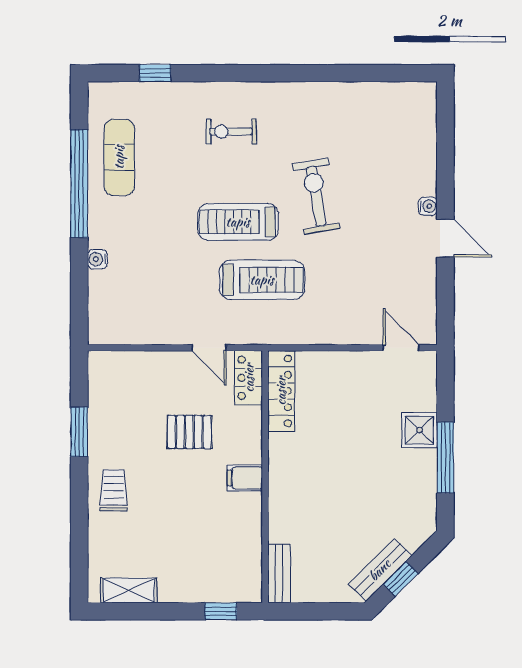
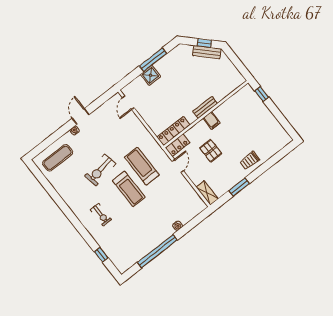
exercise mat: (119, 157) -> (58, 158), moved
bench: (279, 574) -> (205, 107), moved
shelving: (129, 590) -> (207, 193), moved

